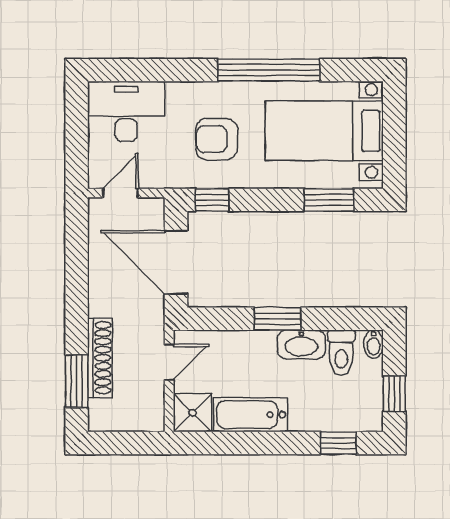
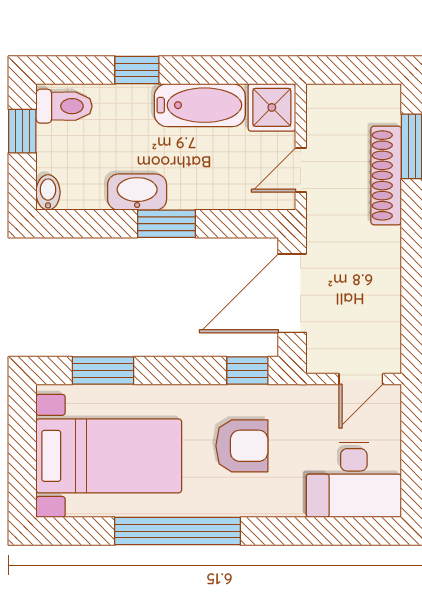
door: (176, 262) -> (292, 293), swing flipped
toilet: (341, 352) -> (64, 106), moved, turned 90
window: (338, 443) -> (137, 70), moved

